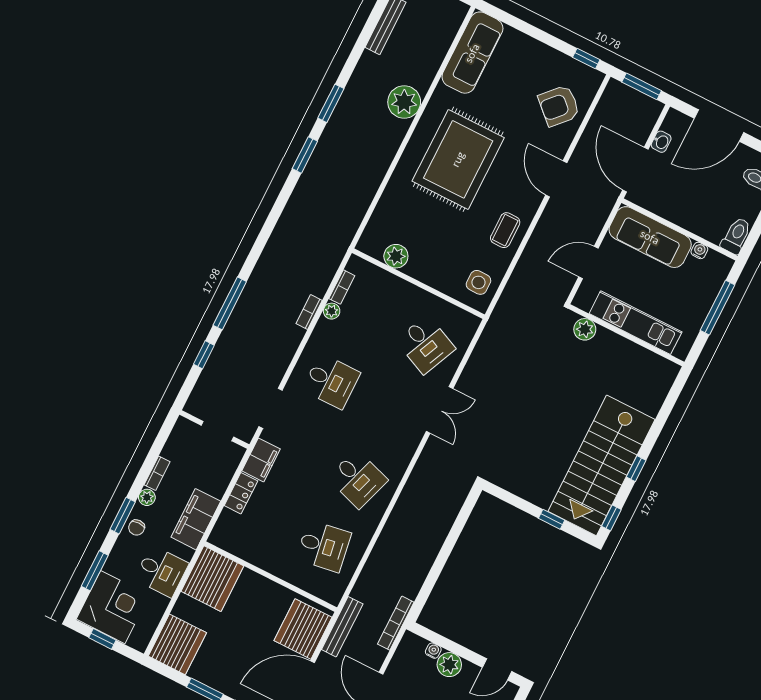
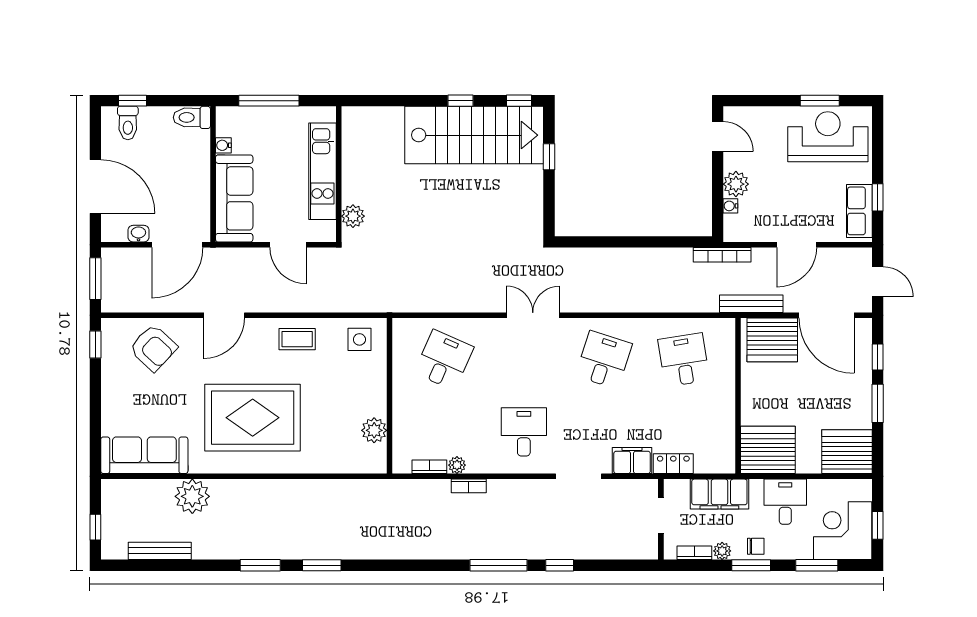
plant: (404, 102) -> (192, 496), moved
double door: (440, 410) -> (533, 315), moved
wall: (214, 430) -> (661, 519), moved
doorway: (217, 431) -> (661, 516), moved

